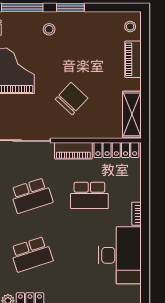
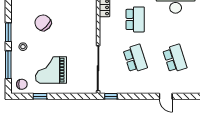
chair: (72, 99) -> (43, 23), moved
piano: (73, 151) -> (105, 30), removed

